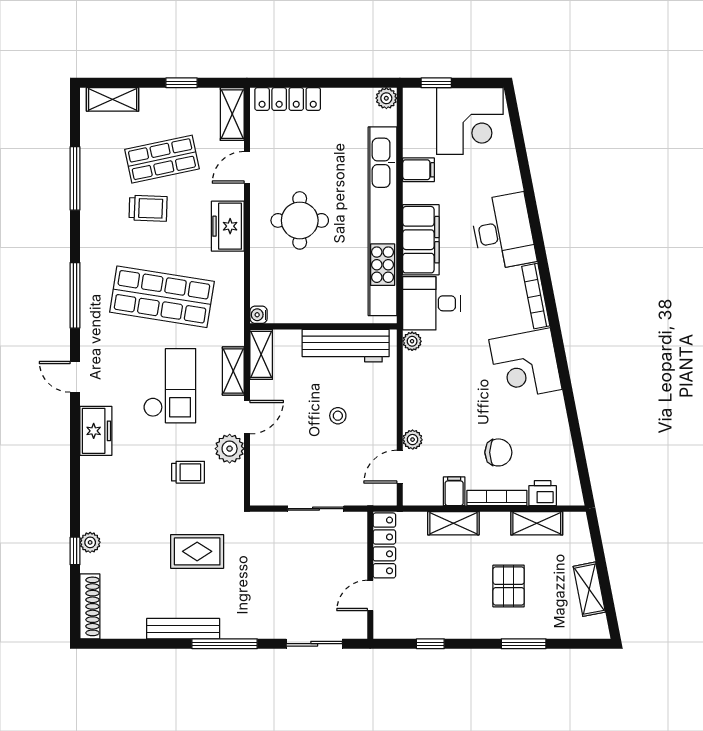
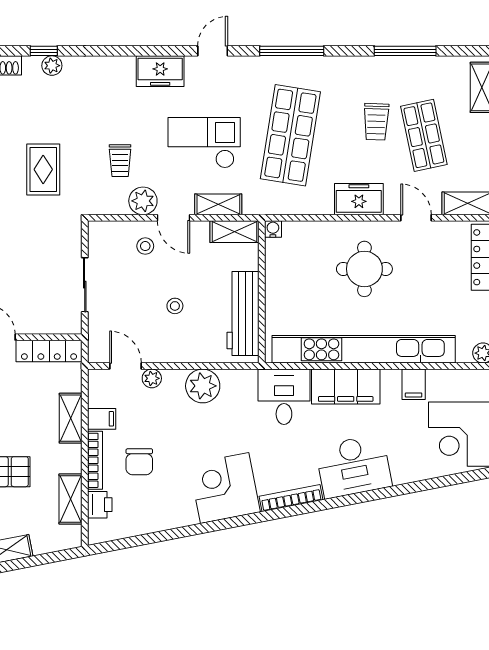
plant: (412, 341) -> (203, 386), moved, width x1.88, depth x1.88
checkout: (170, 386) -> (204, 143), turned 180
stool: (276, 446) -> (145, 246), added

